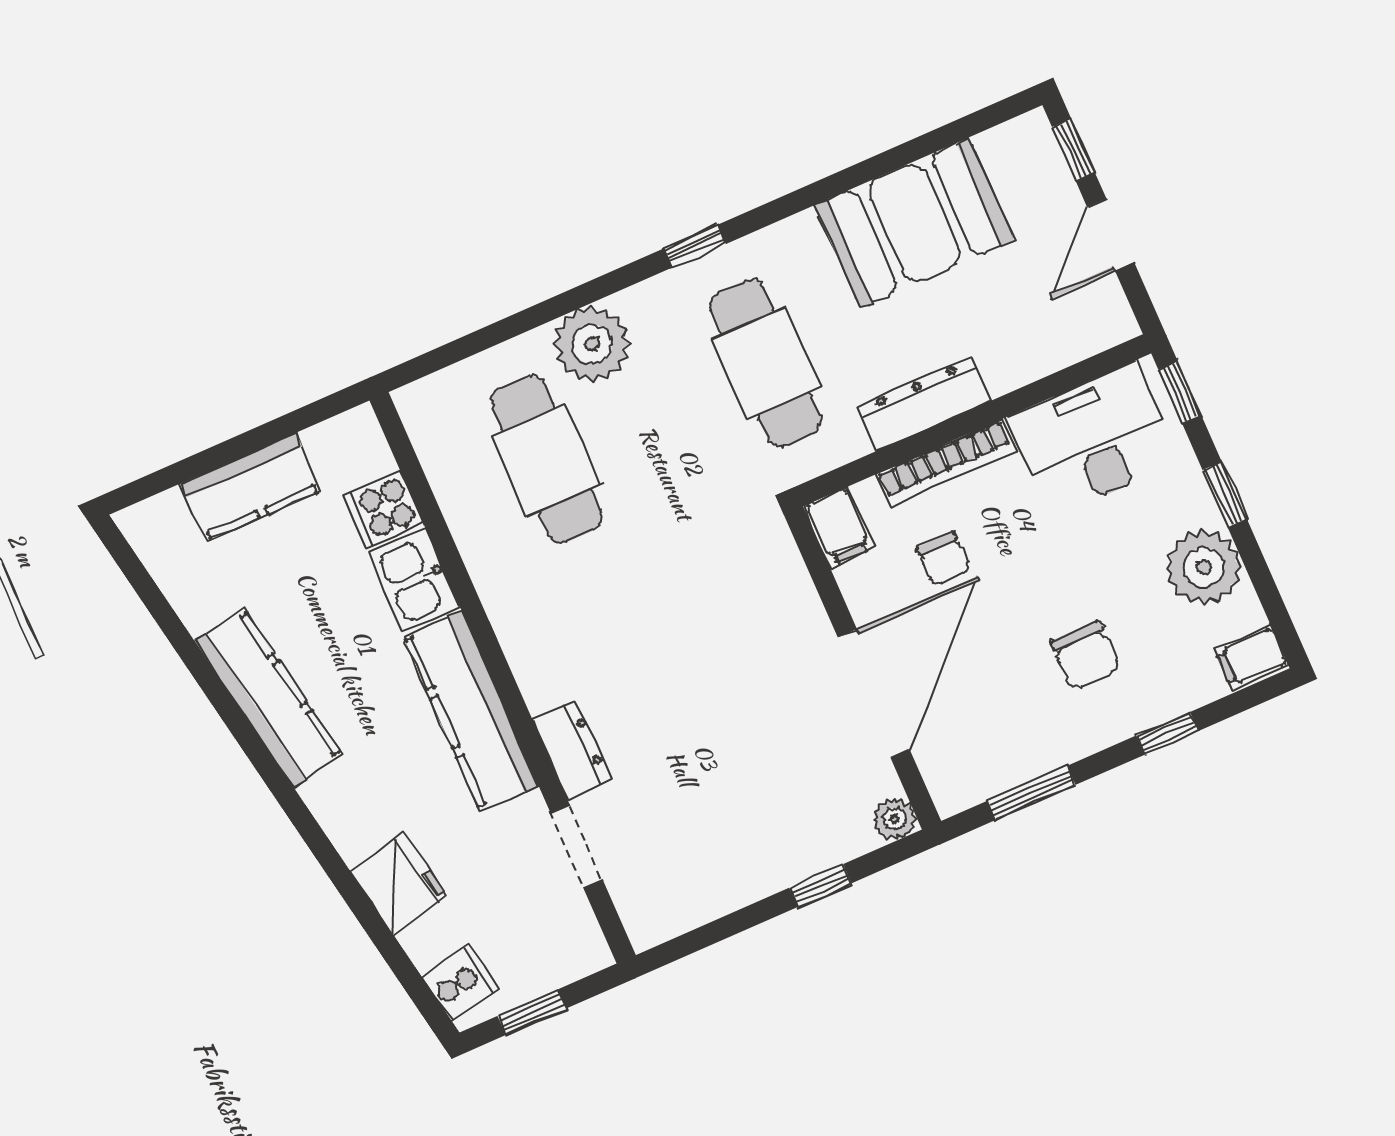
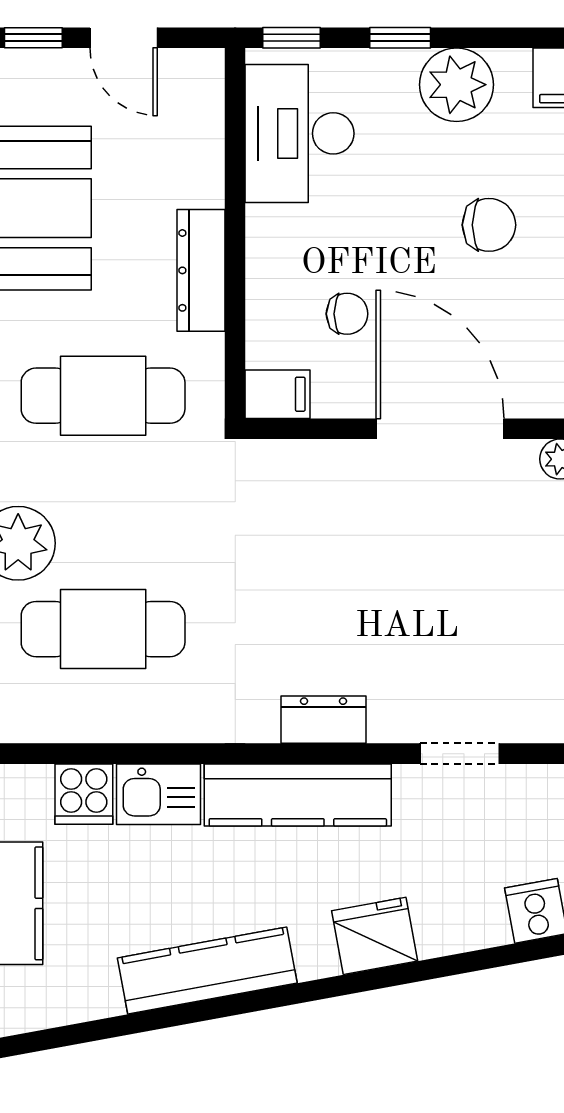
bookcase: (946, 463) -> (262, 274), removed
dresser: (572, 749) -> (323, 720), moved
fridge: (399, 884) -> (375, 936), moved

